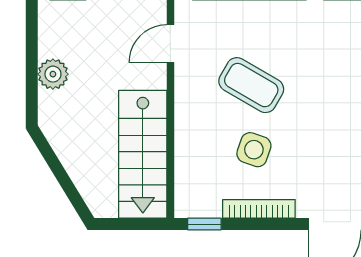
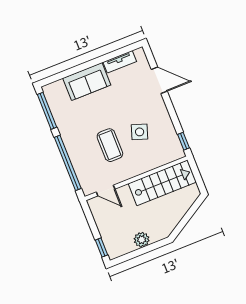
coffee table: (251, 85) -> (110, 145), turned -30
bookcase: (259, 209) -> (166, 119), removed

